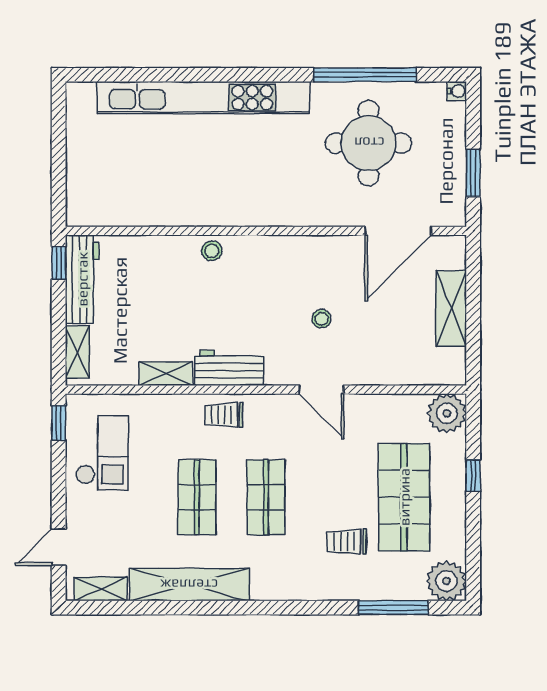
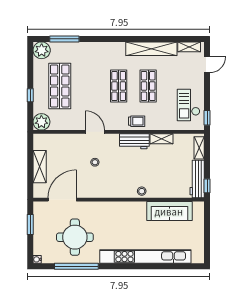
sofa: (147, 204) -> (169, 211), added
trolley: (347, 542) -> (84, 67), removed

